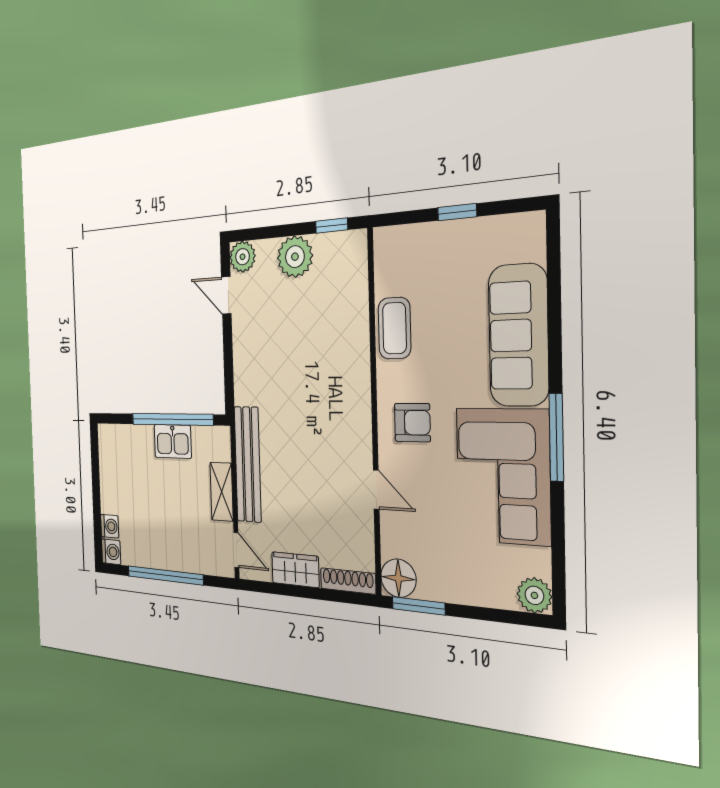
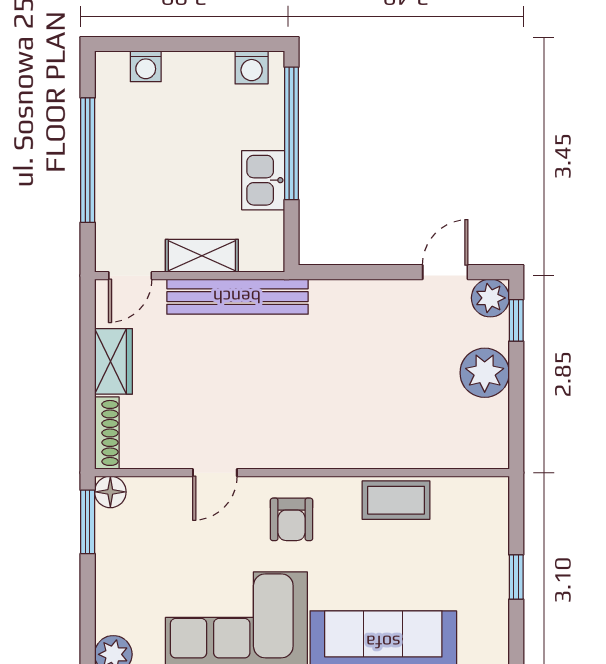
window: (332, 226) -> (516, 320), moved
window: (172, 419) -> (292, 133), moved
washing machine: (111, 552) -> (252, 67), moved
floor lamp: (398, 578) -> (110, 492), width x0.73, depth x0.73

